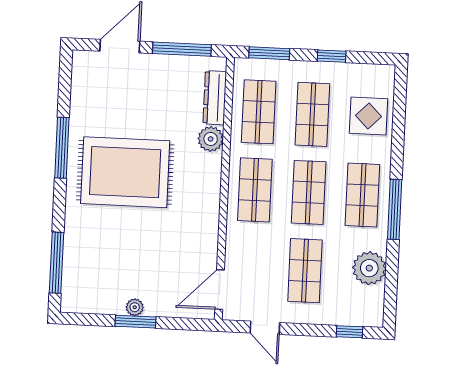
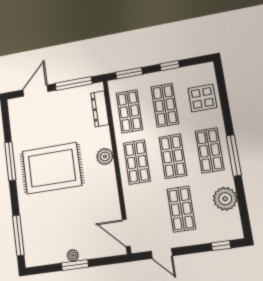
plant: (211, 139) -> (105, 156), moved
door: (220, 290) -> (126, 233), hinge flipped

